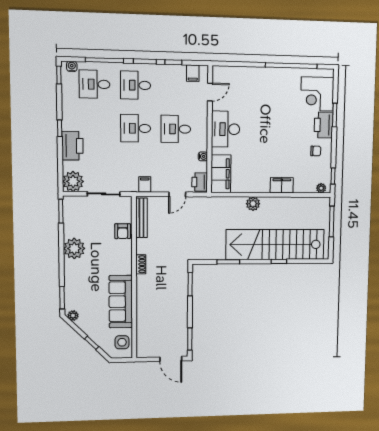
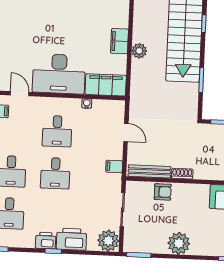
desk: (226, 129) -> (59, 74), width x1.36, depth x1.30
printer: (200, 182) -> (46, 241), moved, turned 180
filing cabinet: (282, 185) -> (119, 41), moved
shoe rack: (141, 264) -> (182, 174), moved

